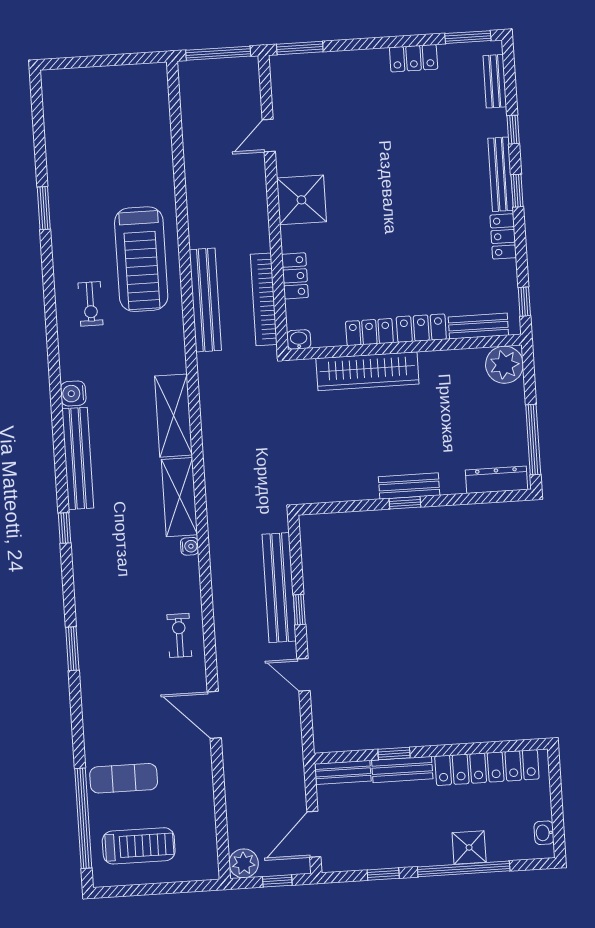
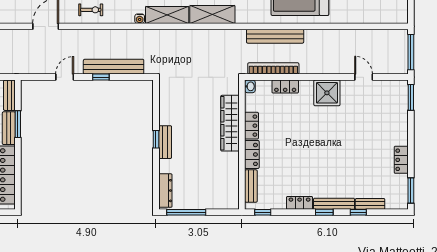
bench: (495, 81) -> (370, 204), moved
plant: (504, 365) -> (229, 199), removed
window: (394, 753) -> (18, 124), width x1.50

